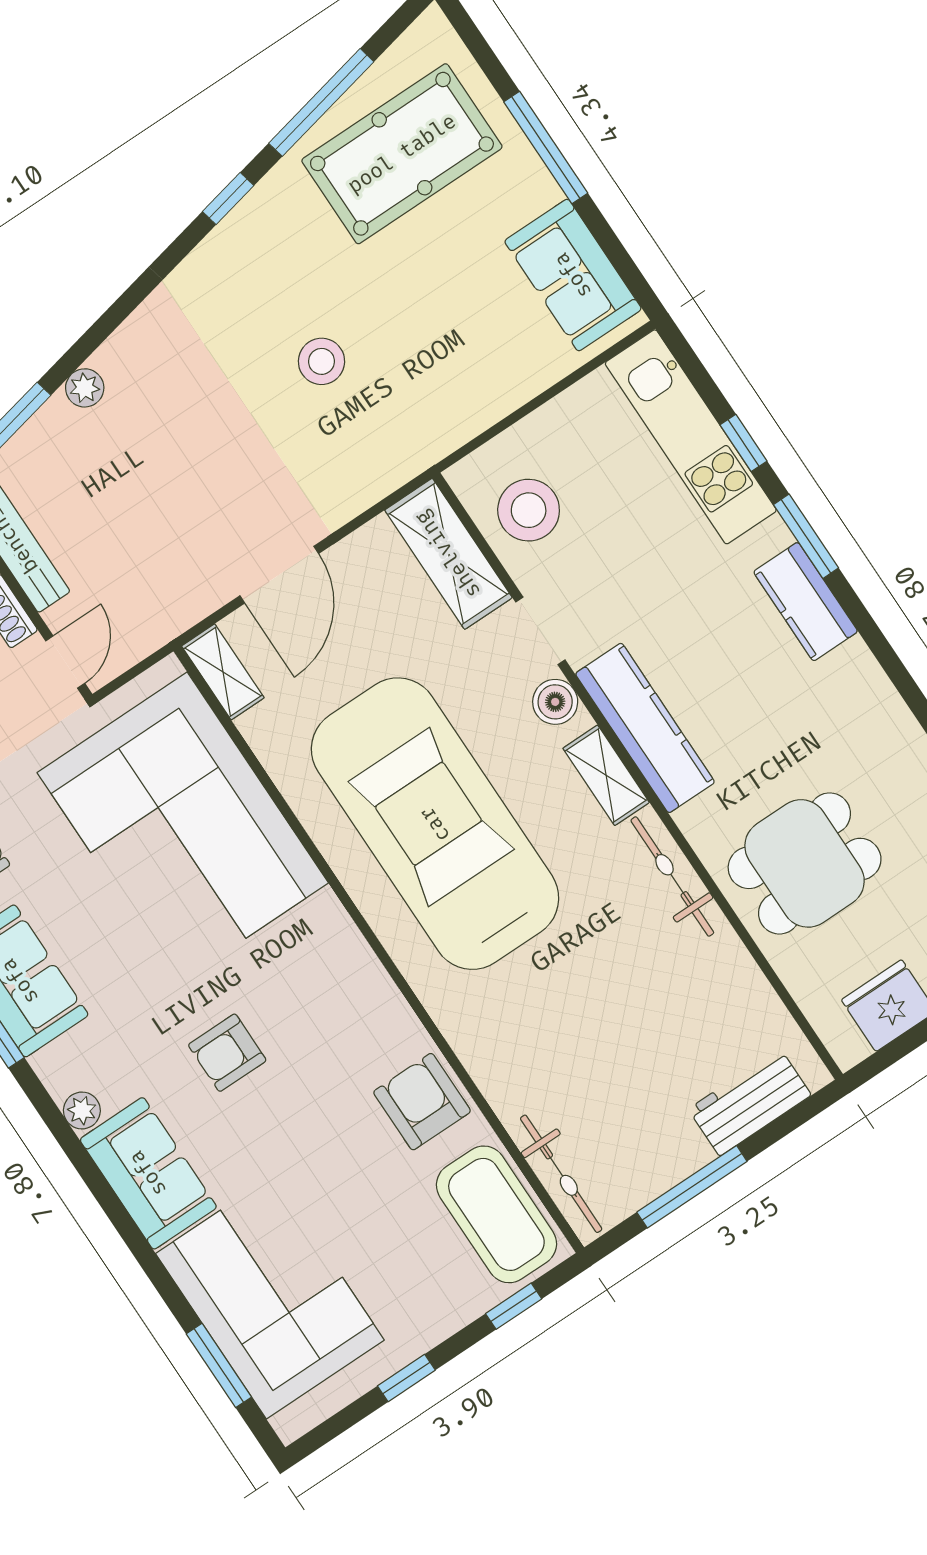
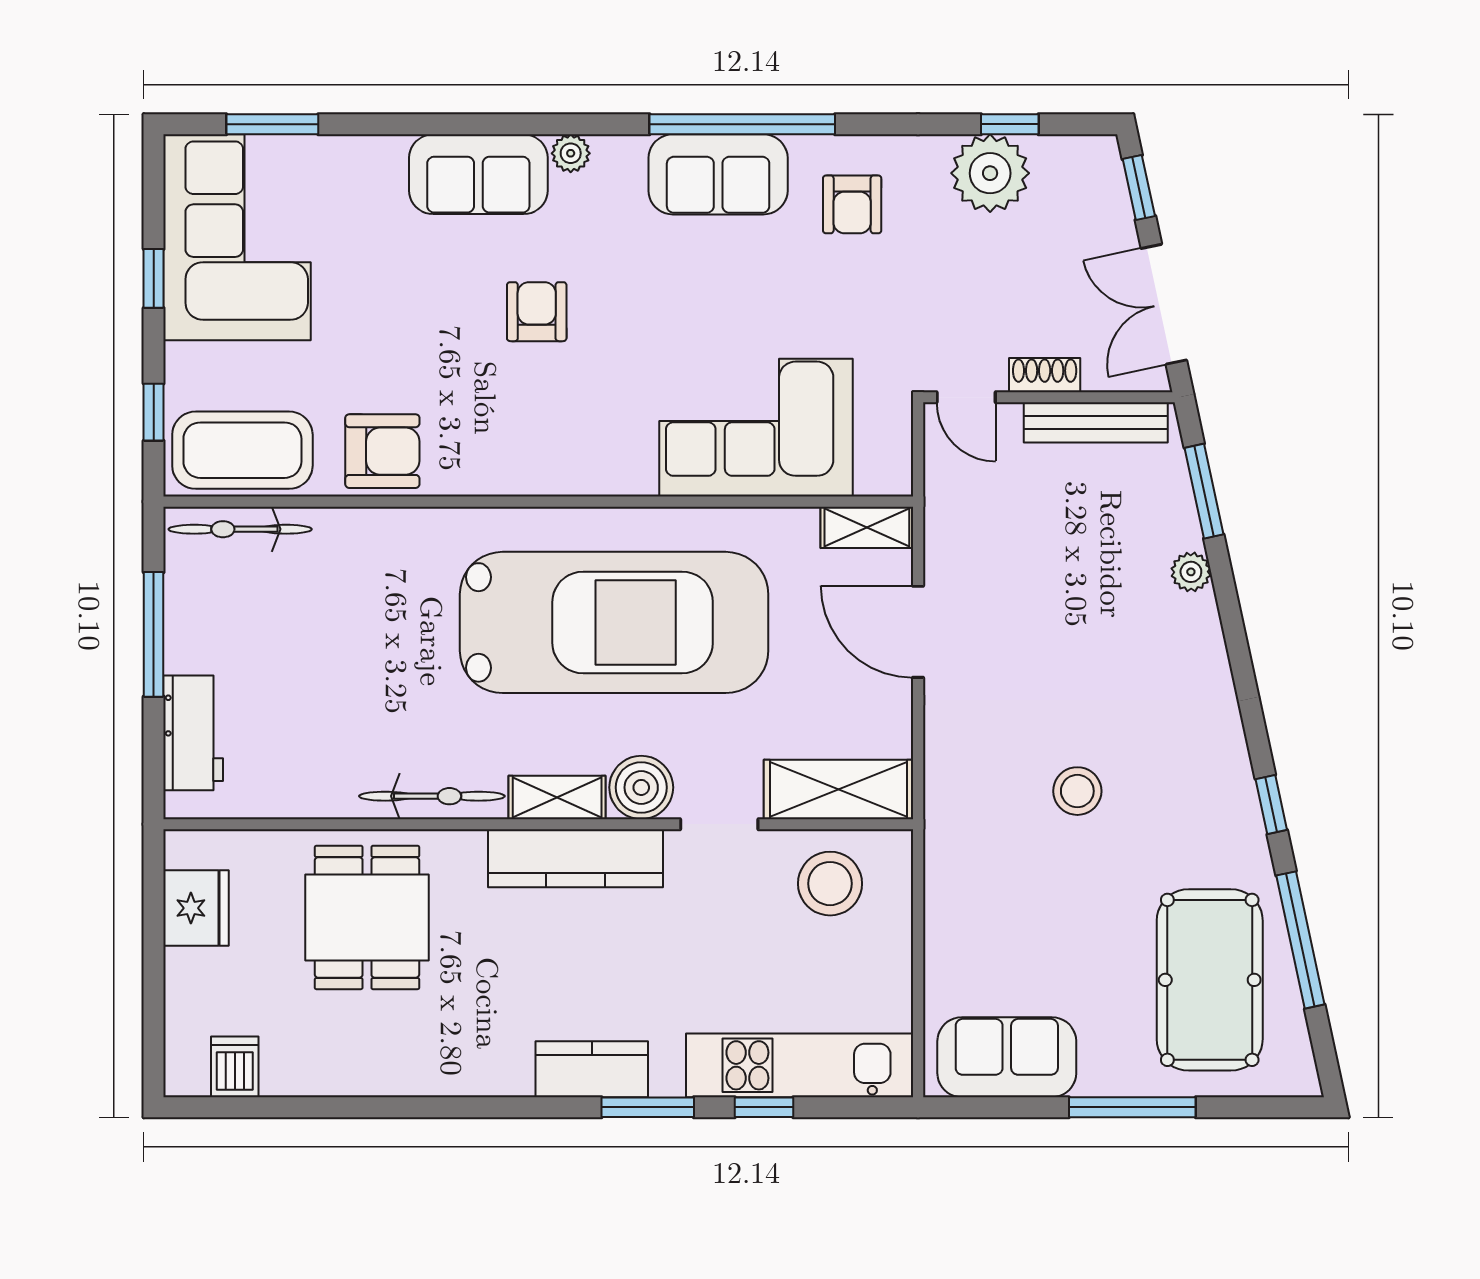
boiler: (555, 702) -> (641, 787), width x1.36, depth x1.36
corner sofa: (183, 828) -> (756, 428), width x0.73, depth x0.74
corner sofa: (270, 1297) -> (237, 237), moved, turned -90

